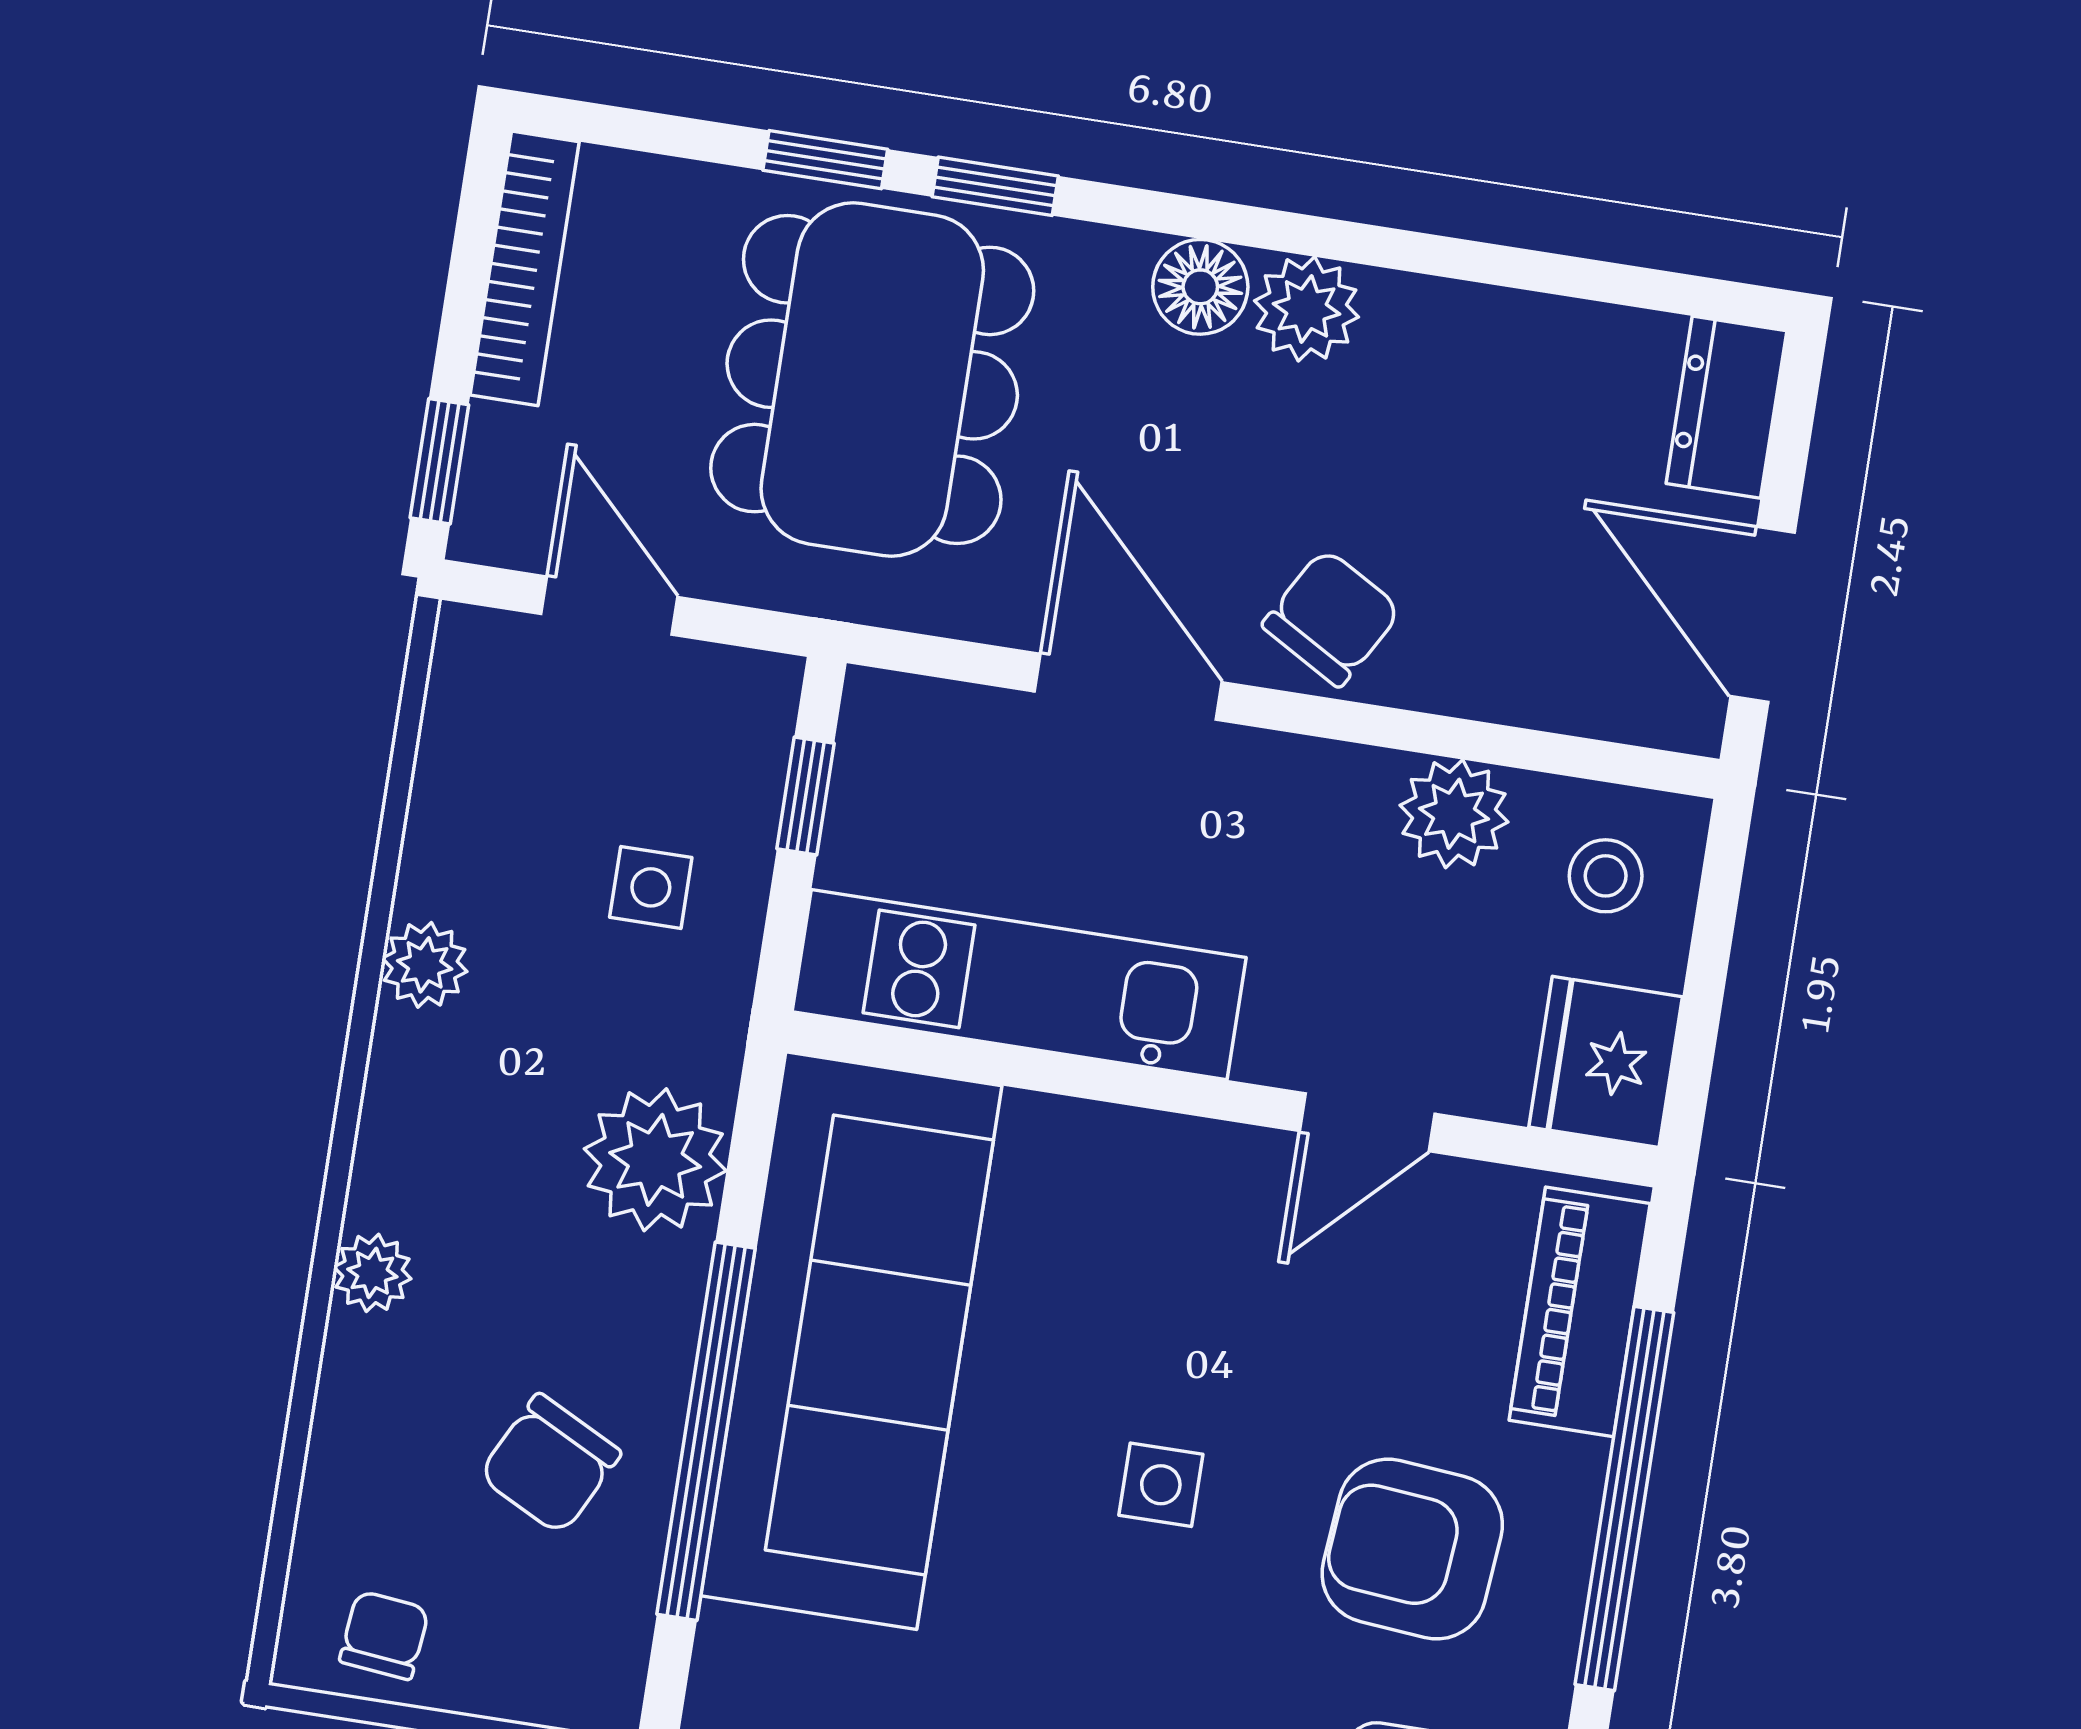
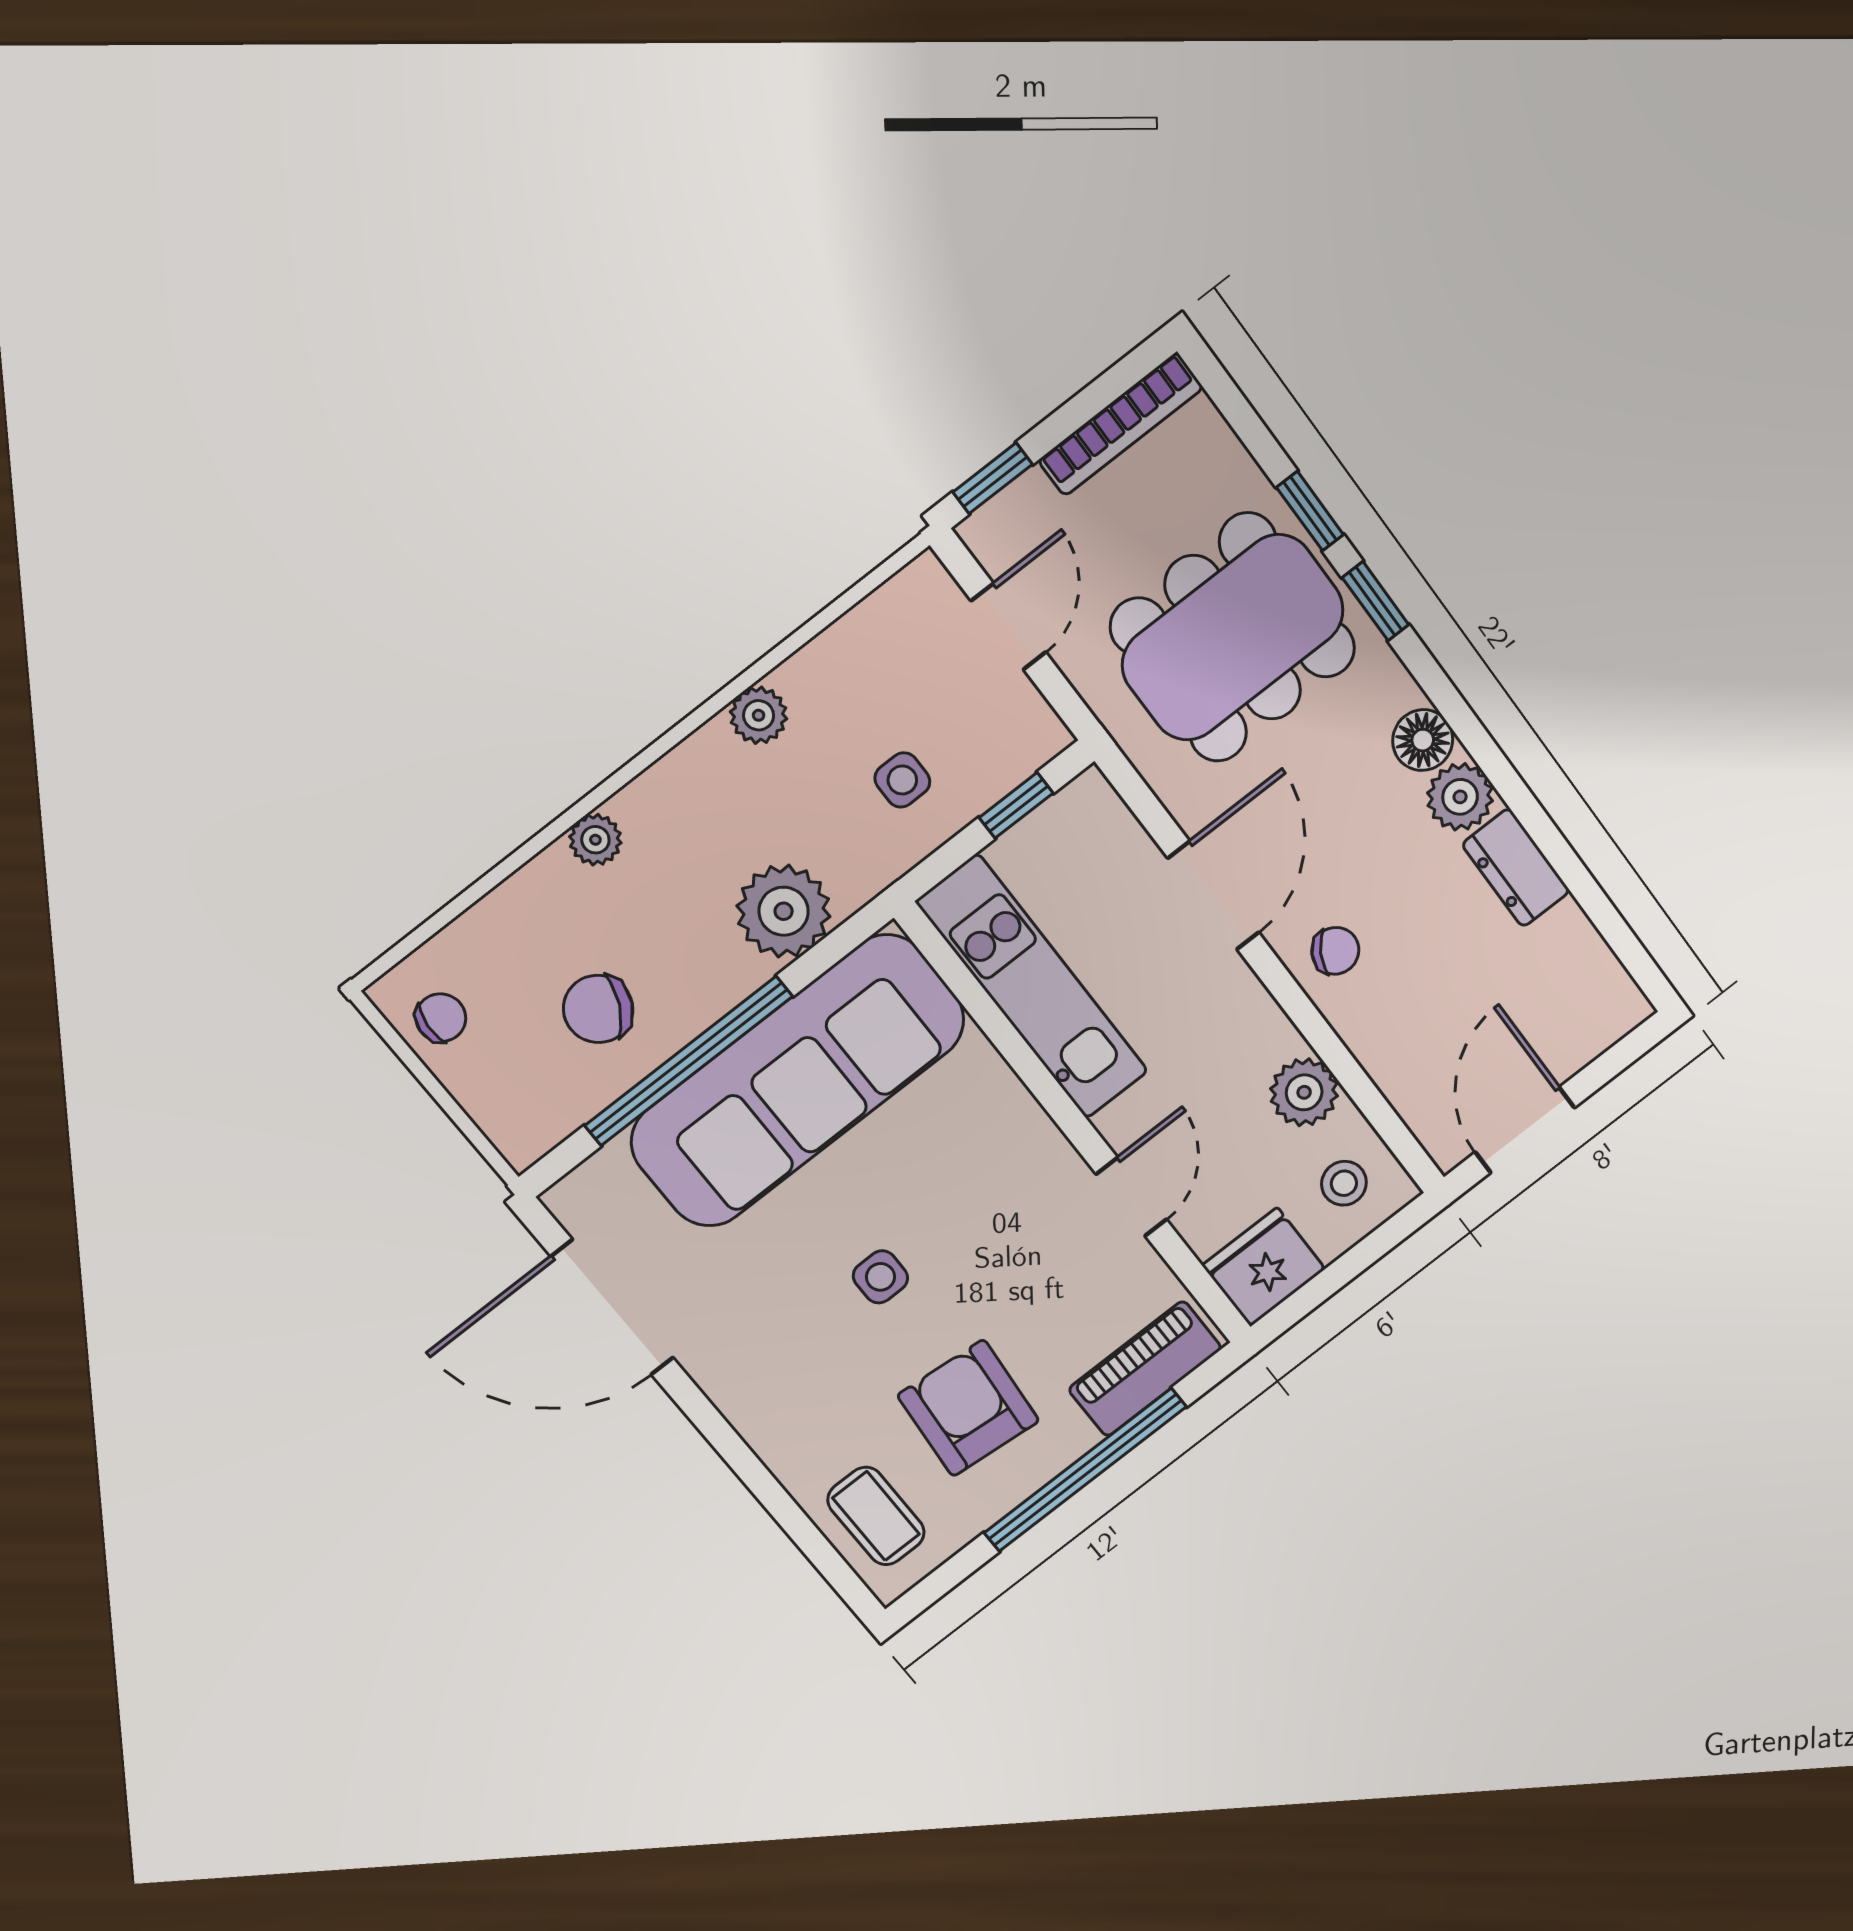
dresser: (1726, 407) -> (1516, 868), moved, turned -90
chair: (1332, 618) -> (1335, 951), width x0.73, depth x0.73
door: (1367, 1122) -> (1131, 1197), swing flipped

